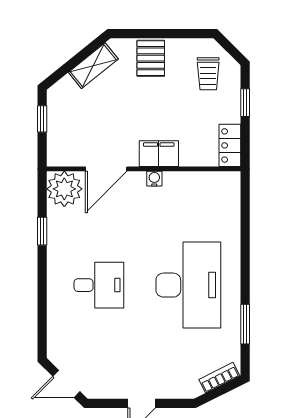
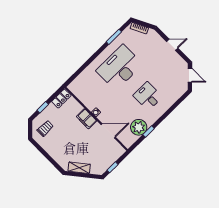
pallet: (151, 58) -> (58, 152), removed
plant: (64, 189) -> (139, 127), moved

